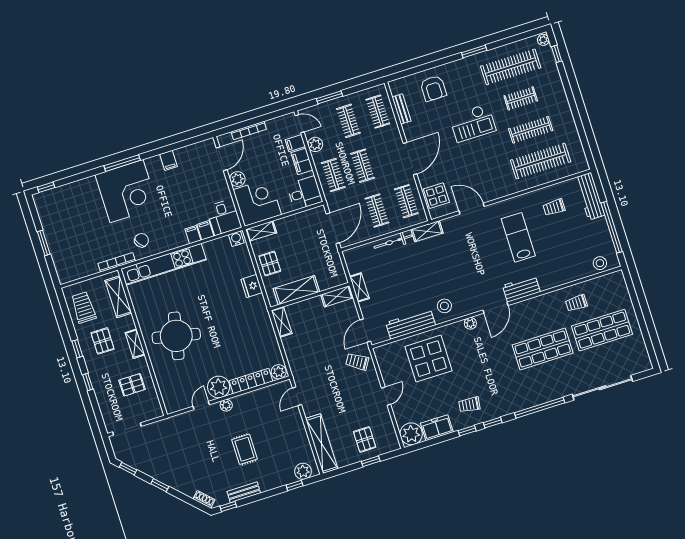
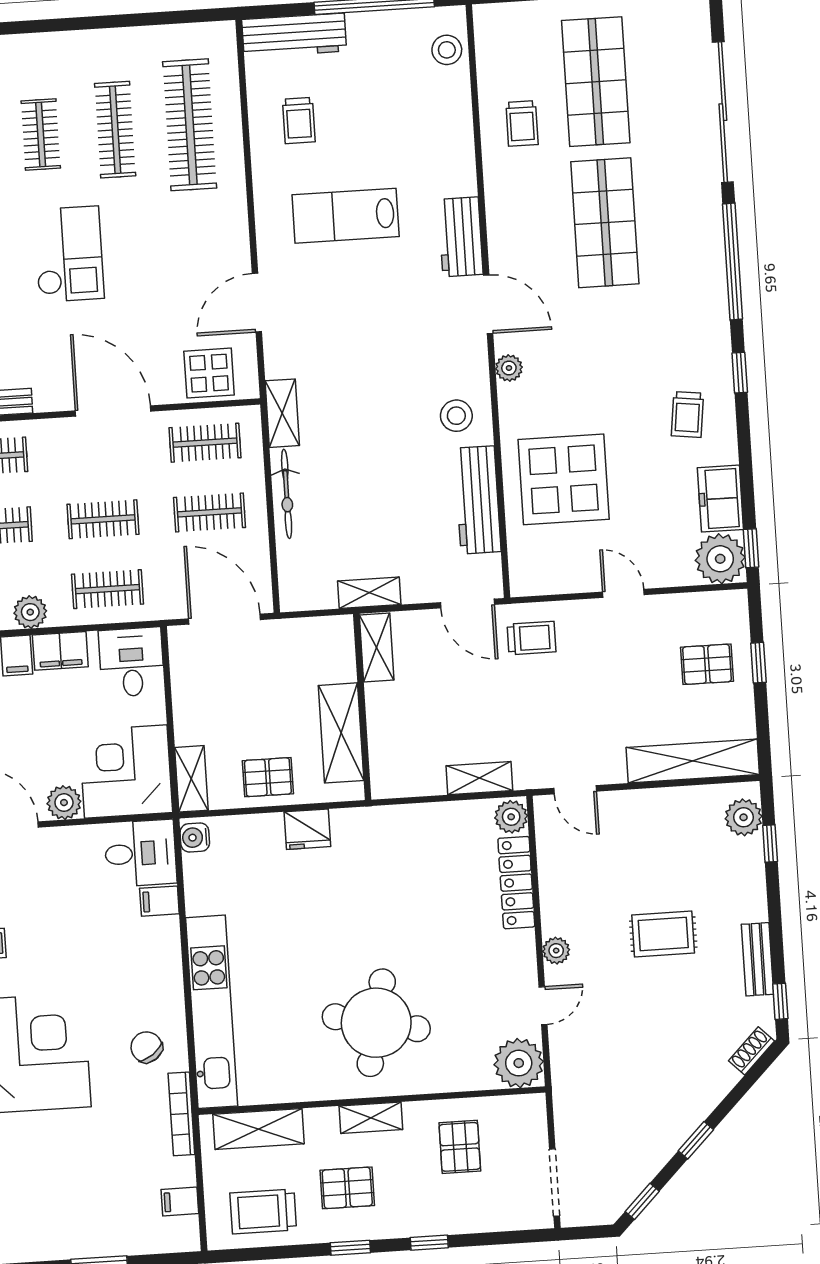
filing cabinet: (193, 235) -> (180, 1202), moved
shelving: (282, 322) -> (479, 778), moved
trolley: (357, 362) -> (531, 638), turned -122
plant: (219, 387) -> (519, 1063), moved
door: (201, 405) -> (543, 1006), swing flipped
window: (467, 431) -> (751, 548), moved

